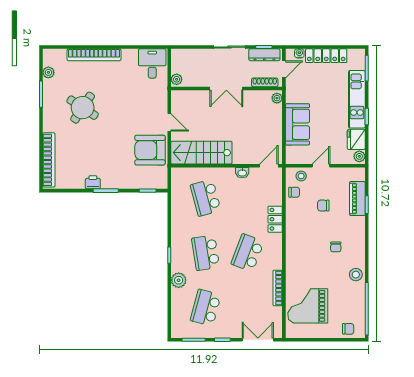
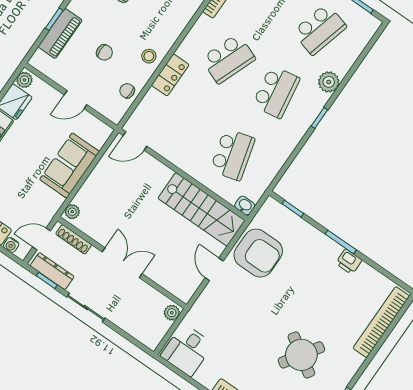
washbasin: (242, 173) -> (245, 206), moved
stool: (301, 176) -> (149, 56), moved

